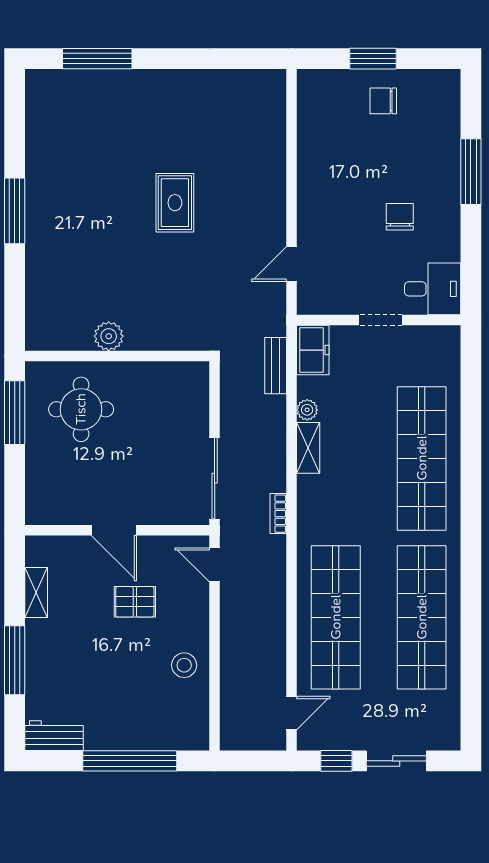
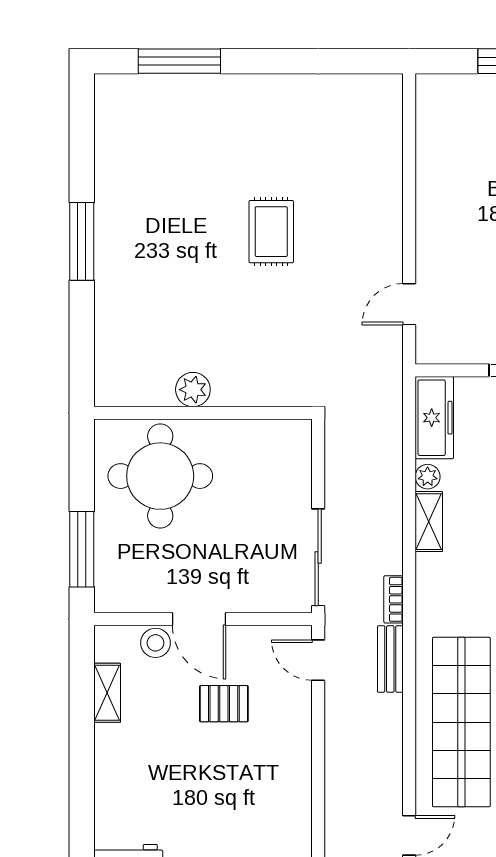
freezer: (313, 350) -> (434, 418), width x1.40
bench: (276, 366) -> (390, 659), moved
round table: (81, 409) -> (160, 476), width x1.36, depth x1.36
window: (15, 413) -> (82, 549), moved
window: (15, 660) -> (82, 773), removed
stool: (184, 665) -> (155, 643), moved

